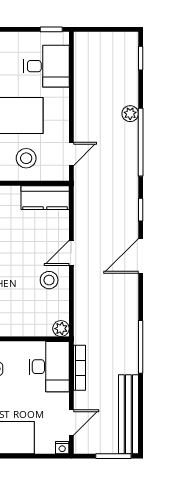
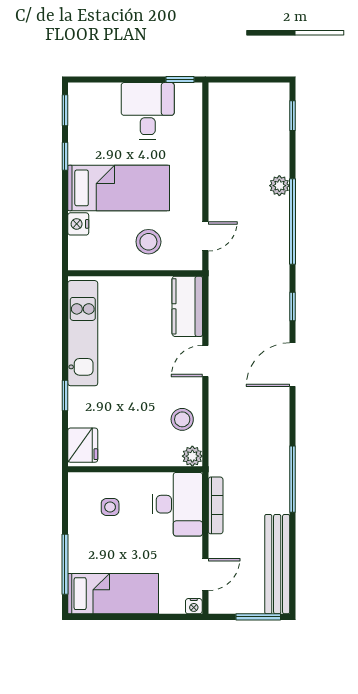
desk: (46, 66) -> (148, 111), moved, turned -90
kitchen counter: (45, 198) -> (187, 306), moved, turned 90
stool: (49, 280) -> (182, 419), moved

